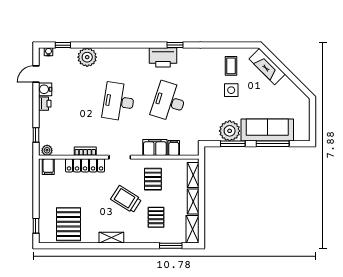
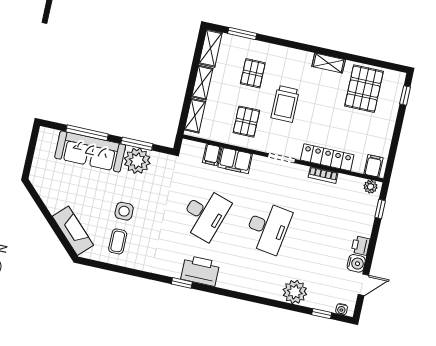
trolley: (126, 199) -> (285, 104), turned 58
shelving: (111, 238) -> (329, 63), moved

